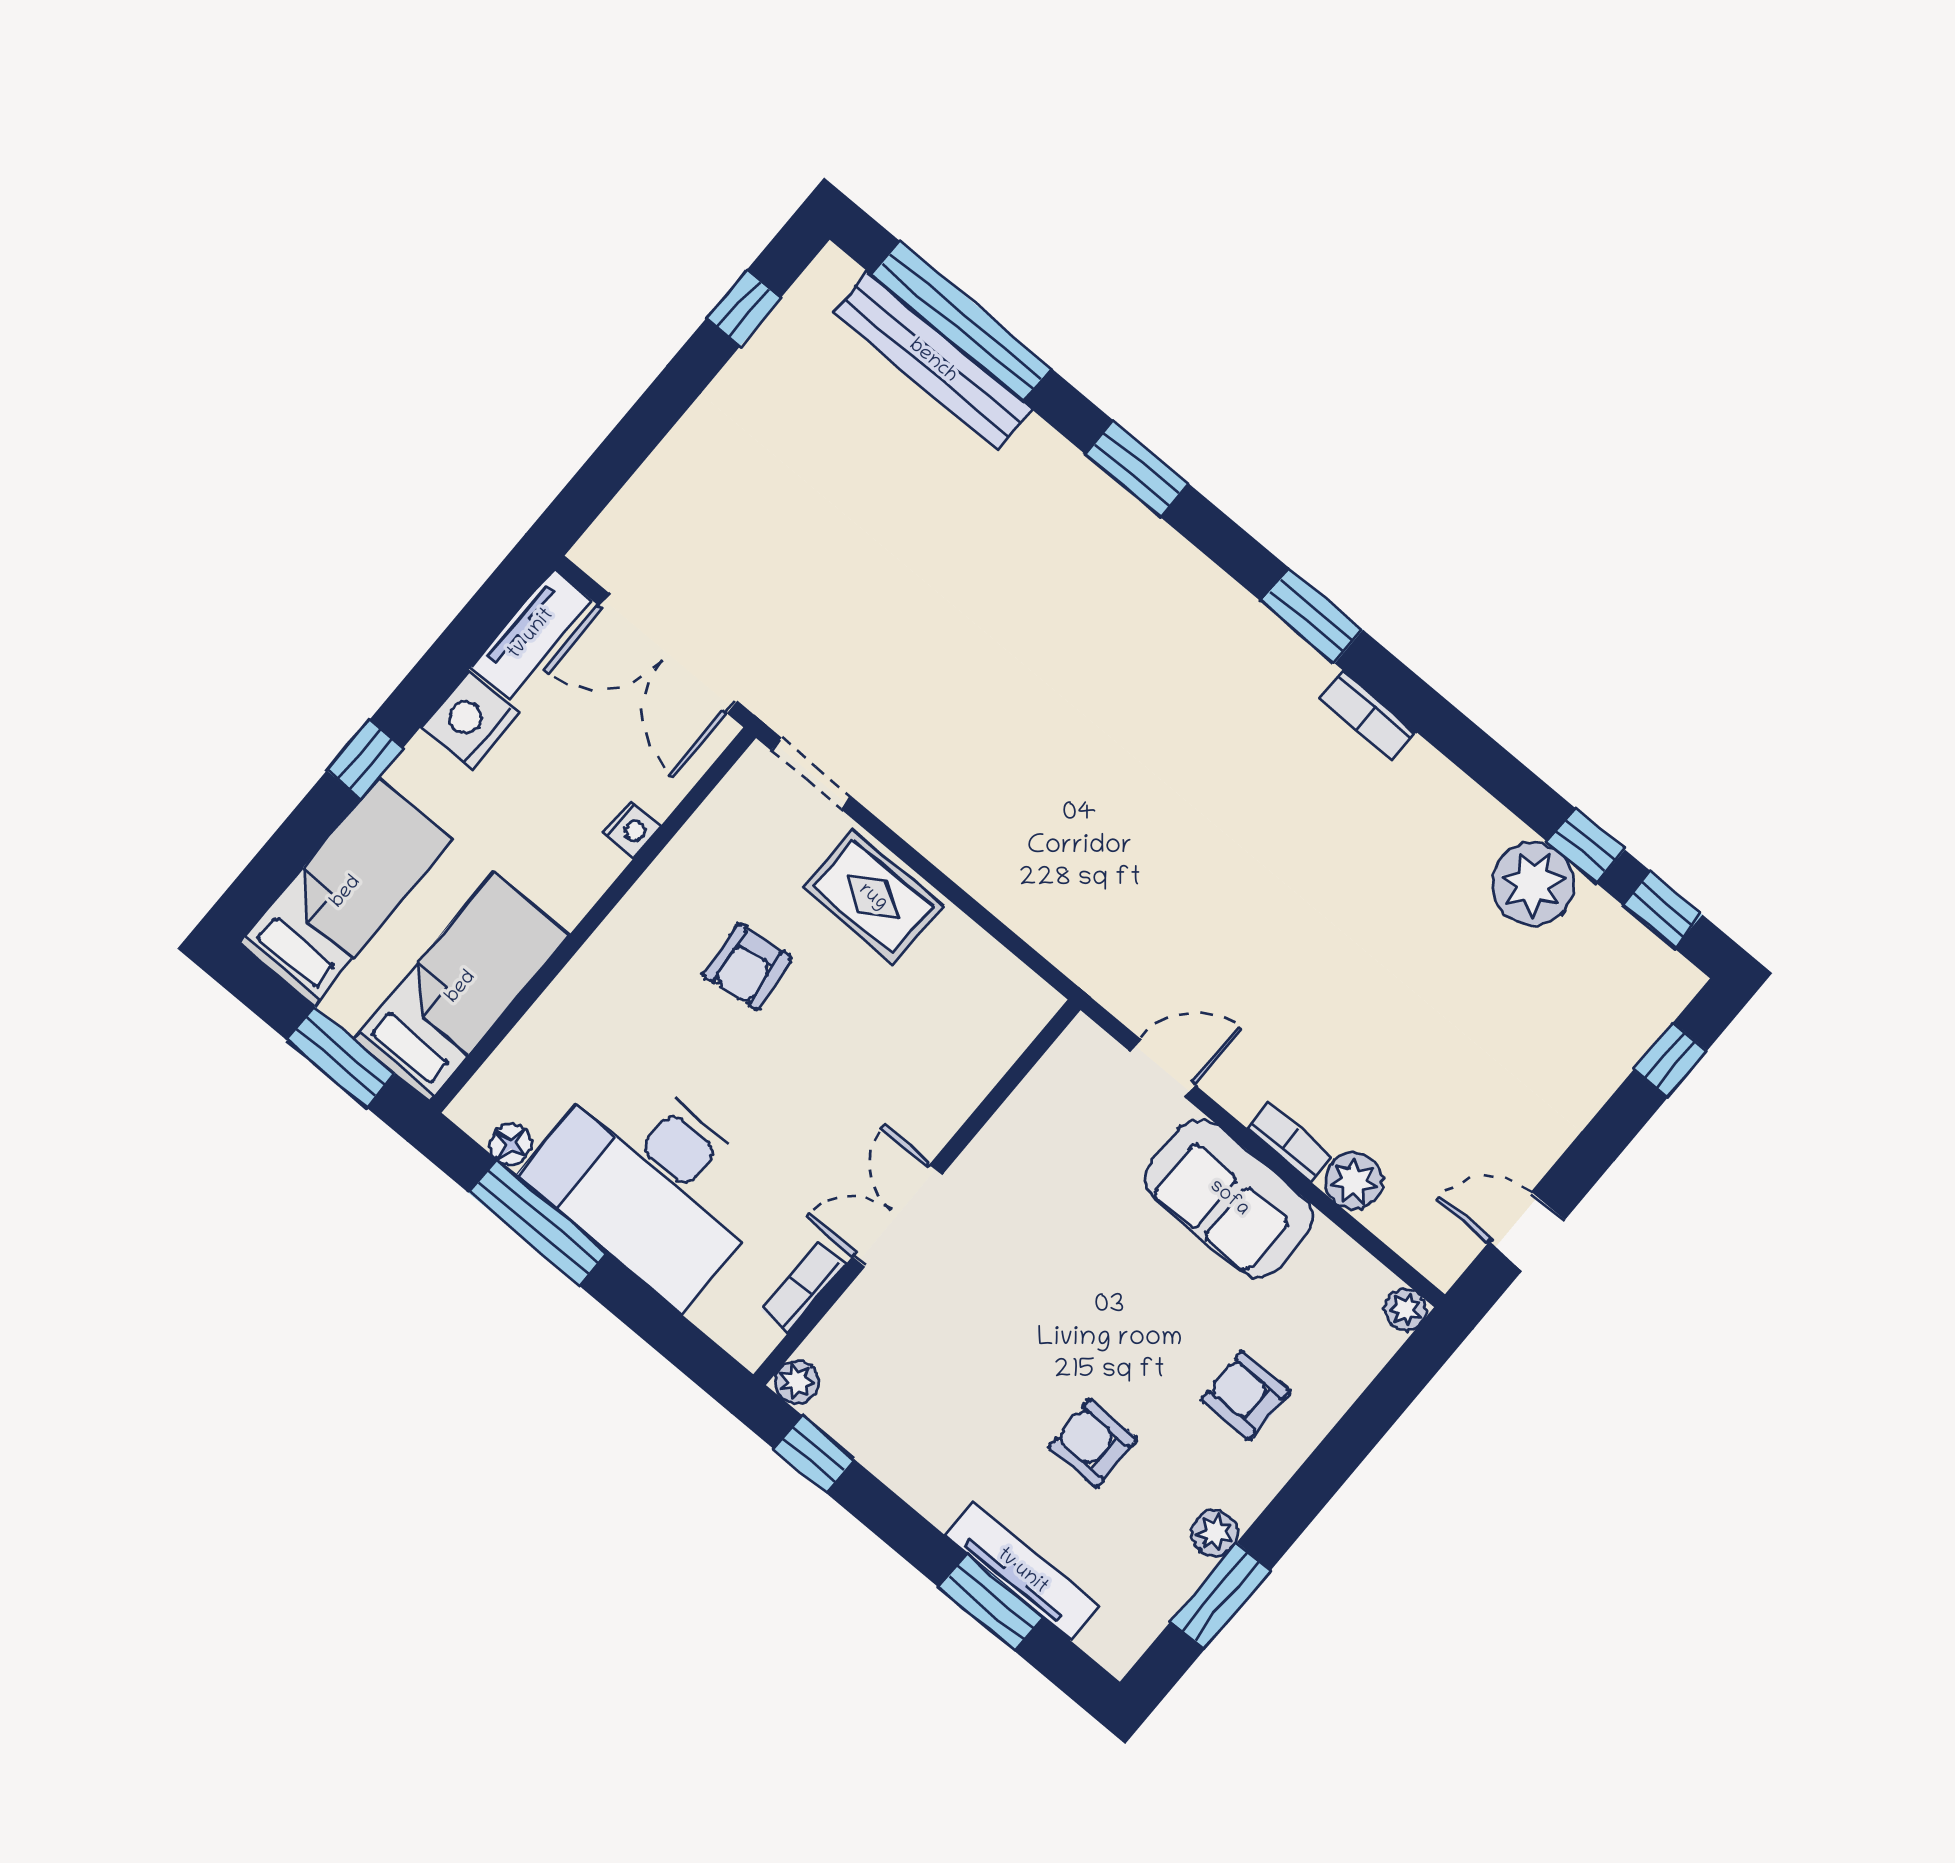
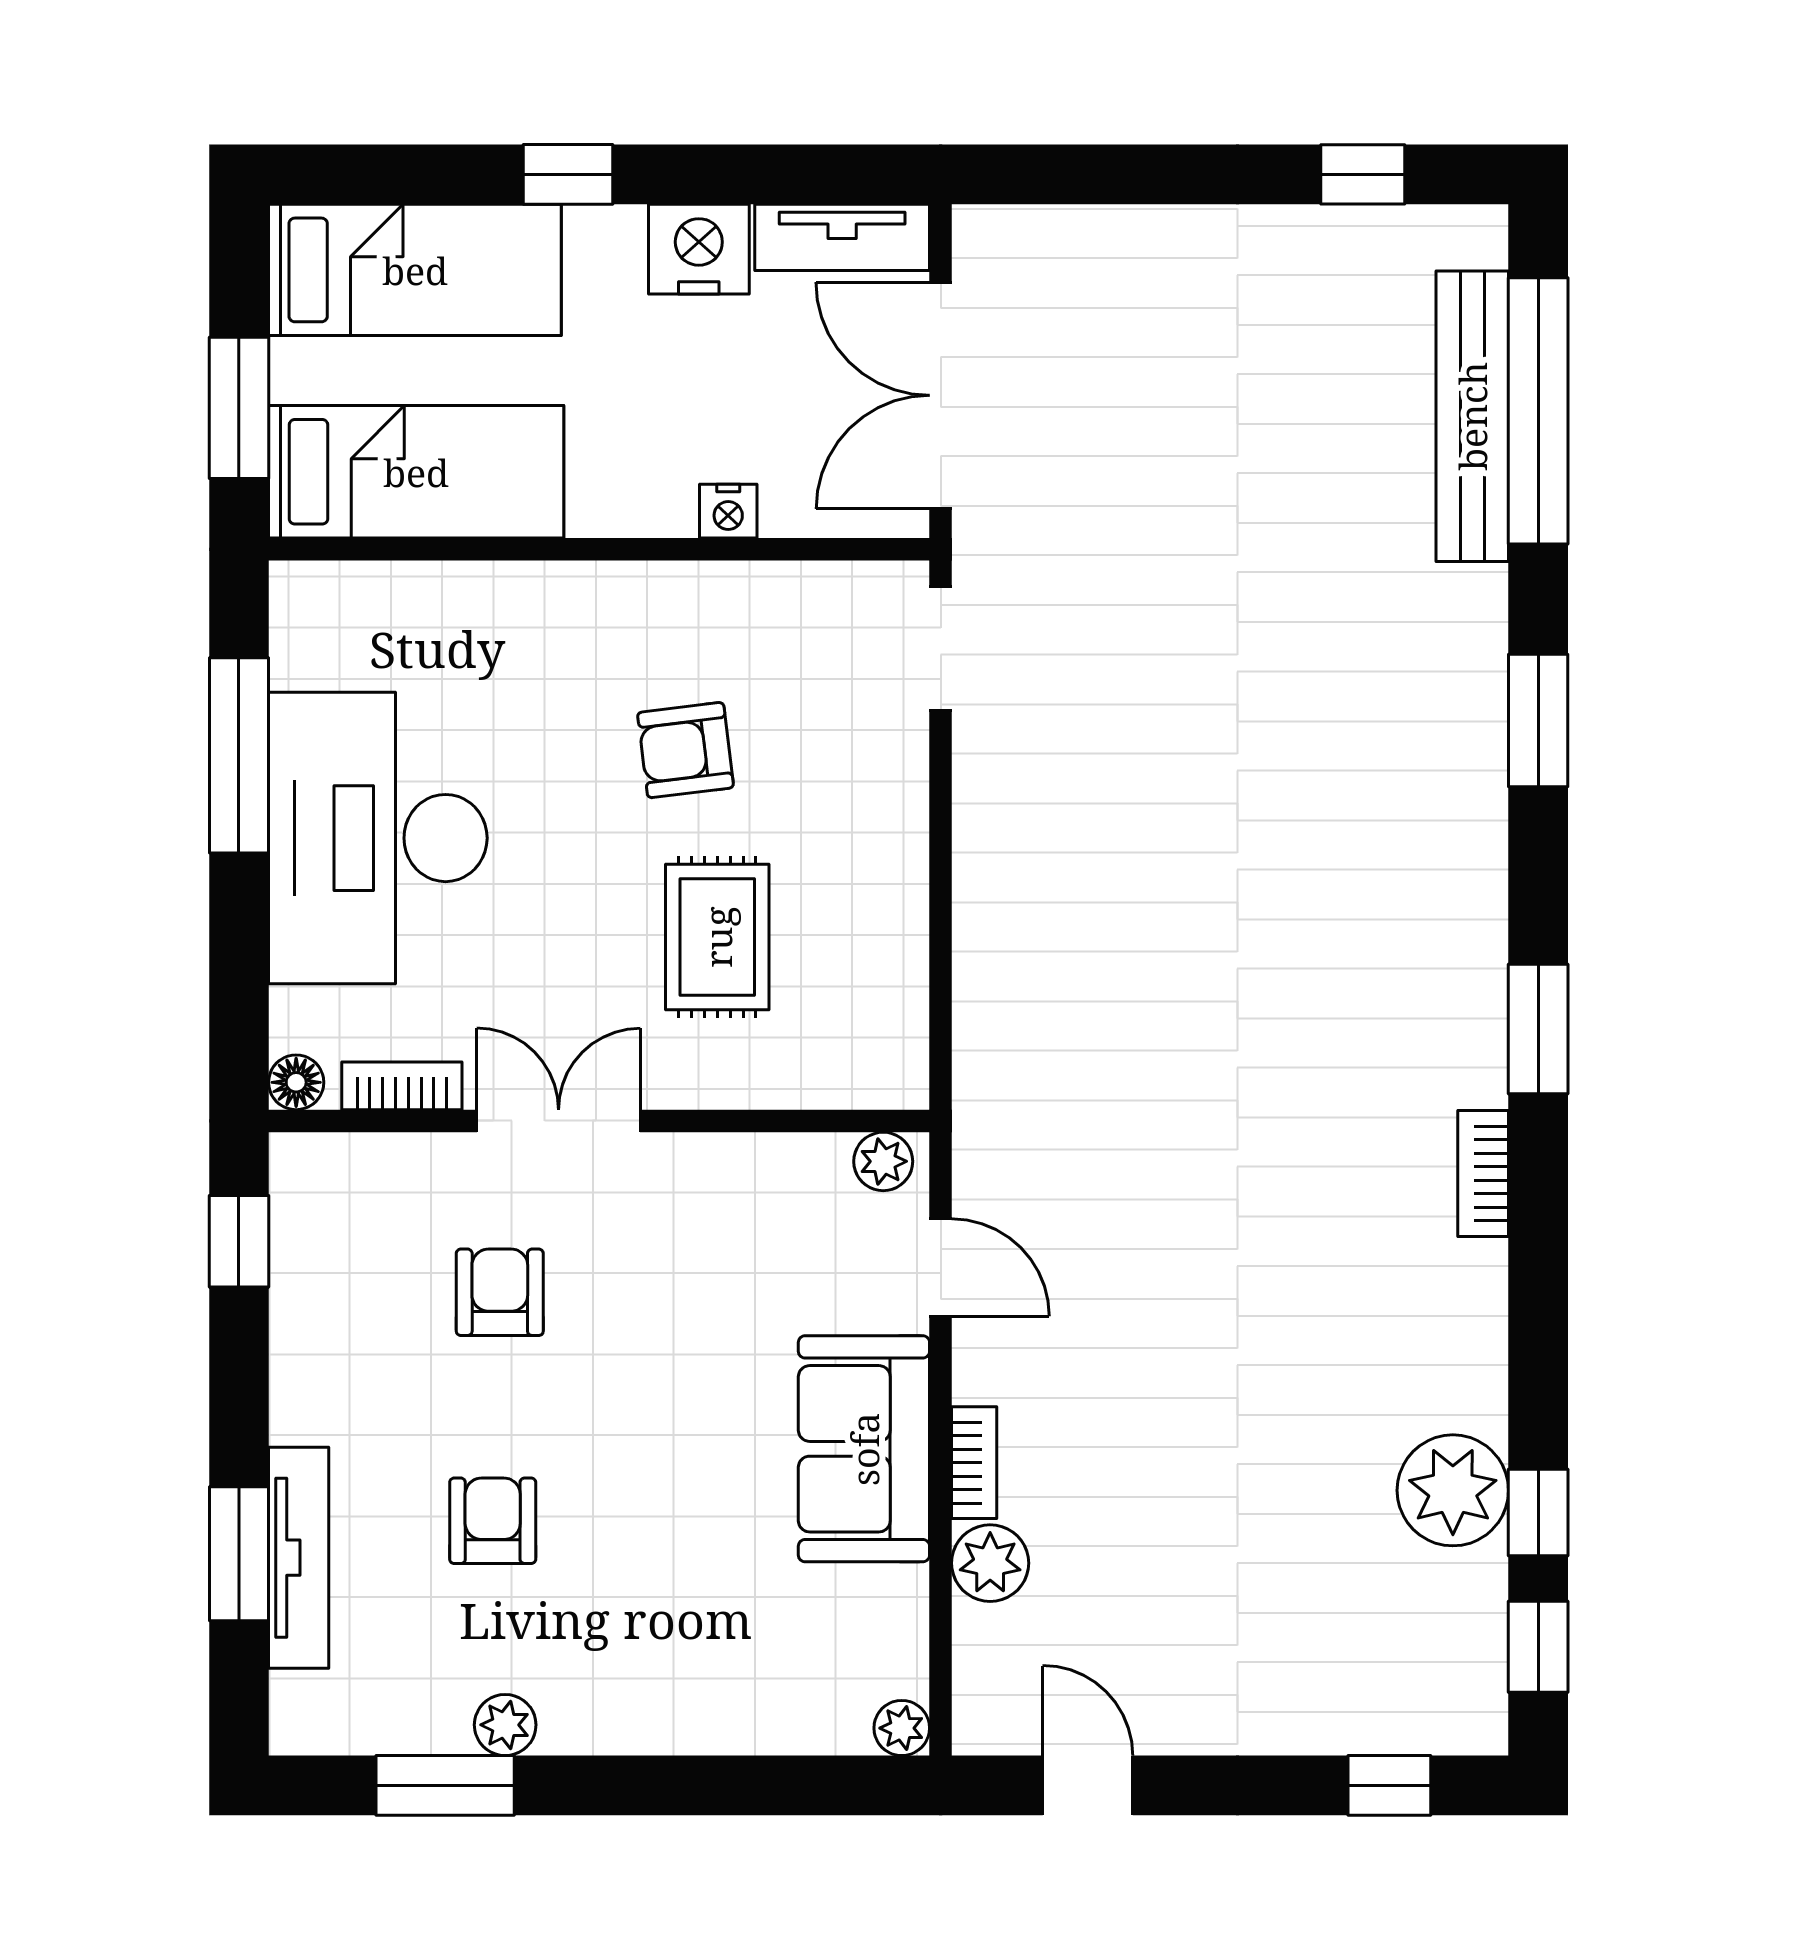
rug: (873, 897) -> (717, 937), moved
floor lamp: (510, 1144) -> (296, 1082), moved
plant: (797, 1382) -> (883, 1161), moved
armchair: (1246, 1395) -> (500, 1292), moved

